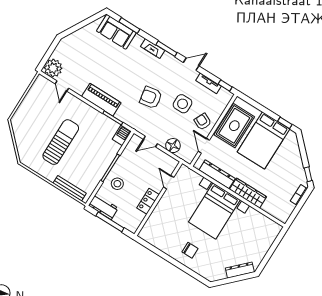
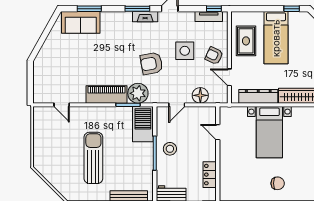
fireplace: (153, 48) -> (145, 17), moved
plant: (53, 68) -> (138, 93), moved
tv unit: (208, 83) -> (209, 16), moved
rug: (234, 126) -> (246, 41), width x0.73, depth x0.70
barbecue: (122, 135) -> (143, 124), width x1.88, depth x1.53
bed: (264, 140) -> (276, 38), width x0.67
stool: (117, 184) -> (170, 149), moved
locker: (148, 201) -> (210, 175), moved
bed with nightstands: (214, 211) -> (269, 132), width x0.73

